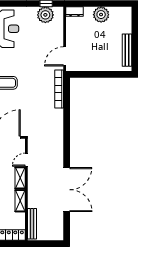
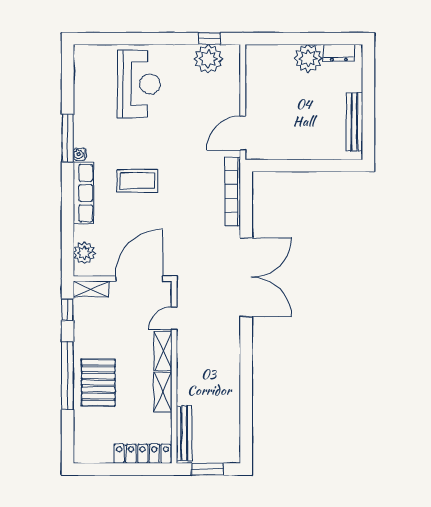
dresser: (75, 12) -> (339, 53), moved
double door: (67, 190) -> (246, 277), moved
window: (45, 244) -> (207, 469), added

